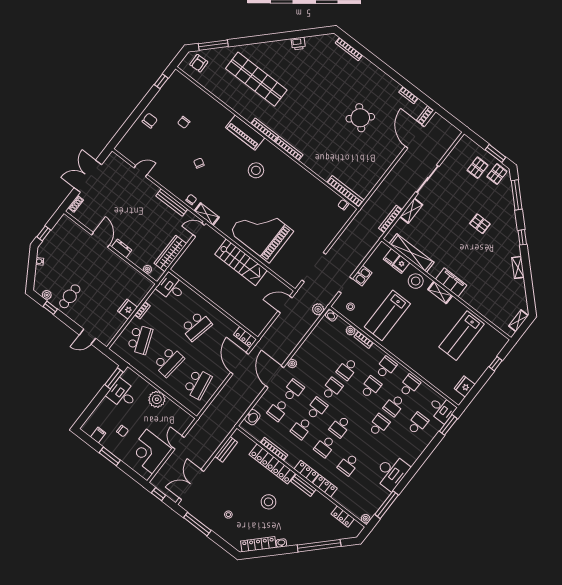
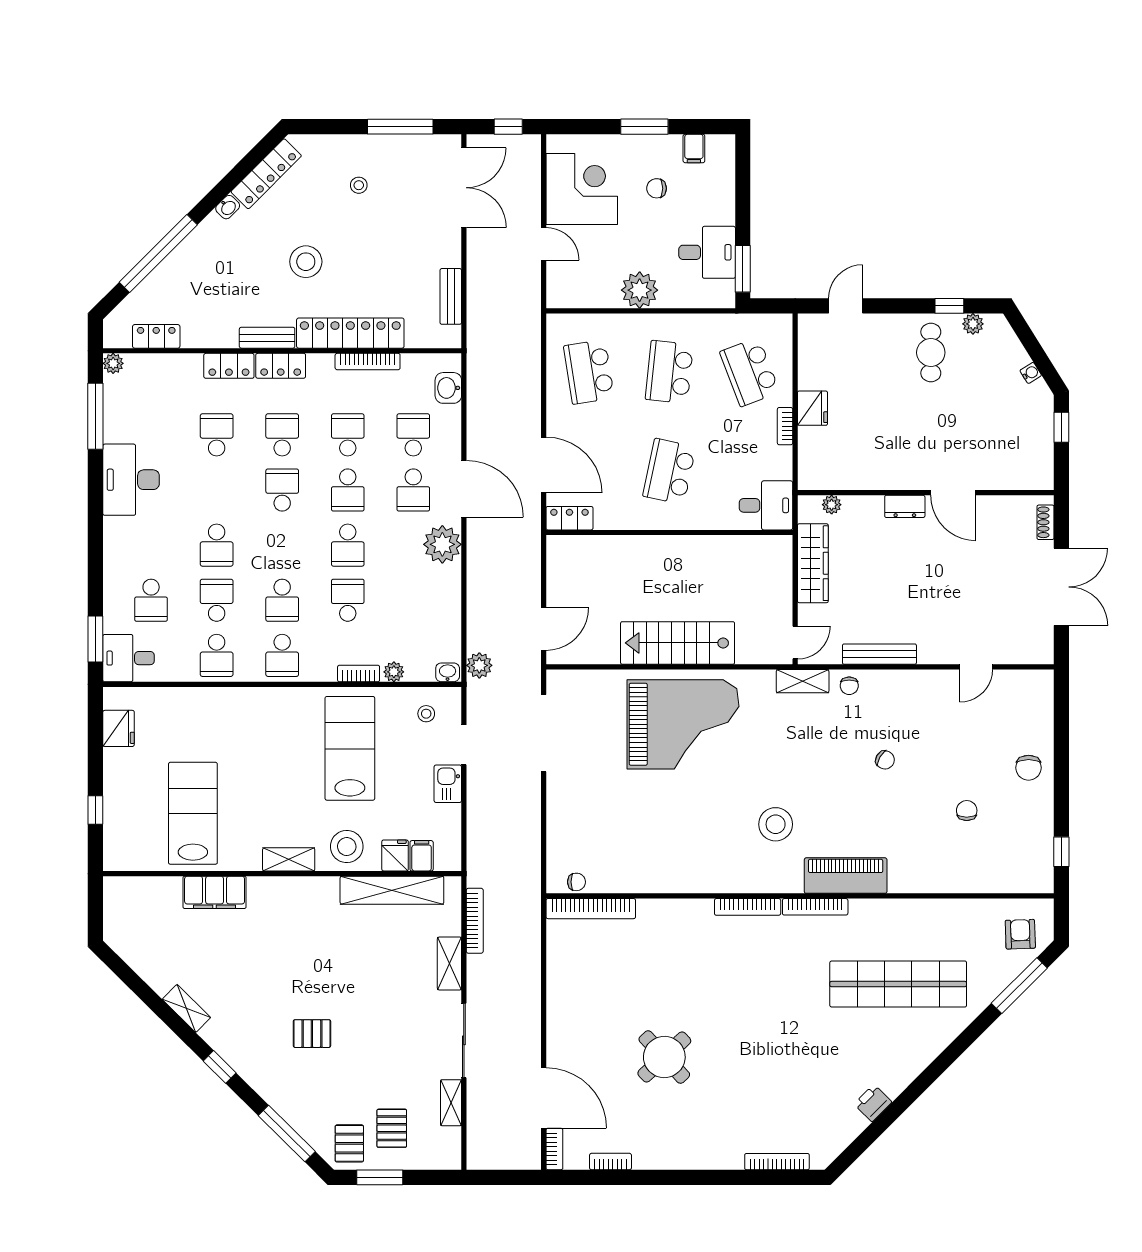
filing cabinet: (451, 282) -> (215, 892), moved
shelving: (519, 321) -> (451, 1103), moved
plant: (292, 364) -> (442, 544), width x1.88, depth x1.88

